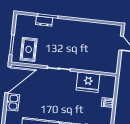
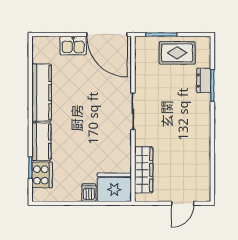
rug: (29, 49) -> (177, 53), moved
wardrobe: (97, 66) -> (144, 170), added
fridge: (88, 82) -> (114, 187), moved, turned 90

